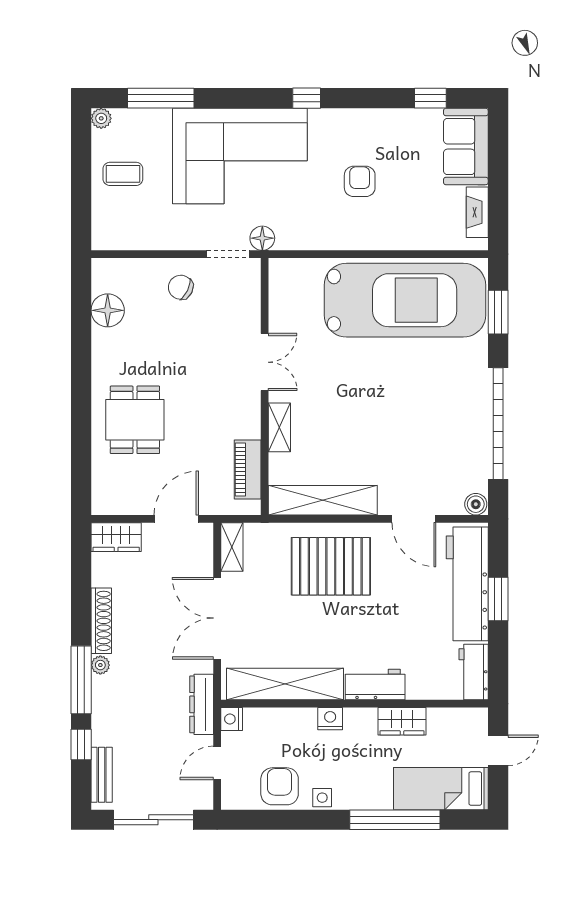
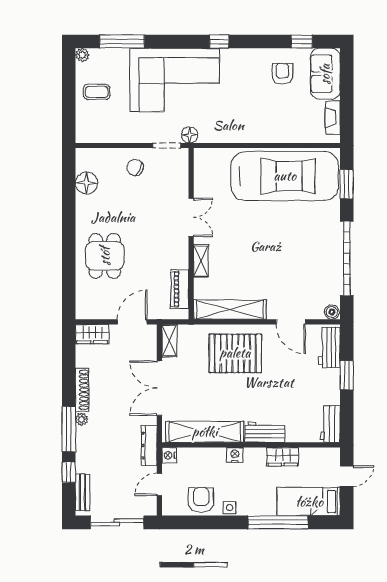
armchair: (360, 181) -> (282, 74), moved
workbench: (467, 584) -> (330, 347), width x0.53, depth x0.76

